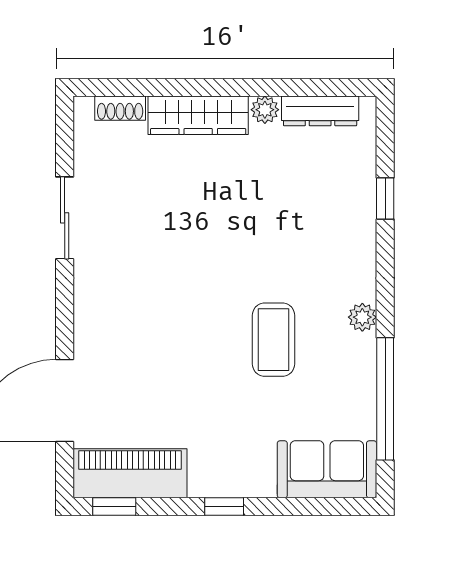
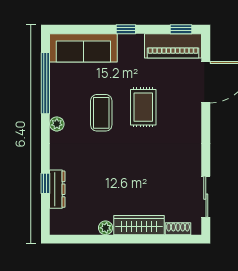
dresser: (320, 111) -> (57, 189), moved, turned 90
sliding door: (65, 218) -> (206, 197), moved
rug: (190, 351) -> (143, 107), added
sofa: (327, 469) -> (83, 48), width x1.36

